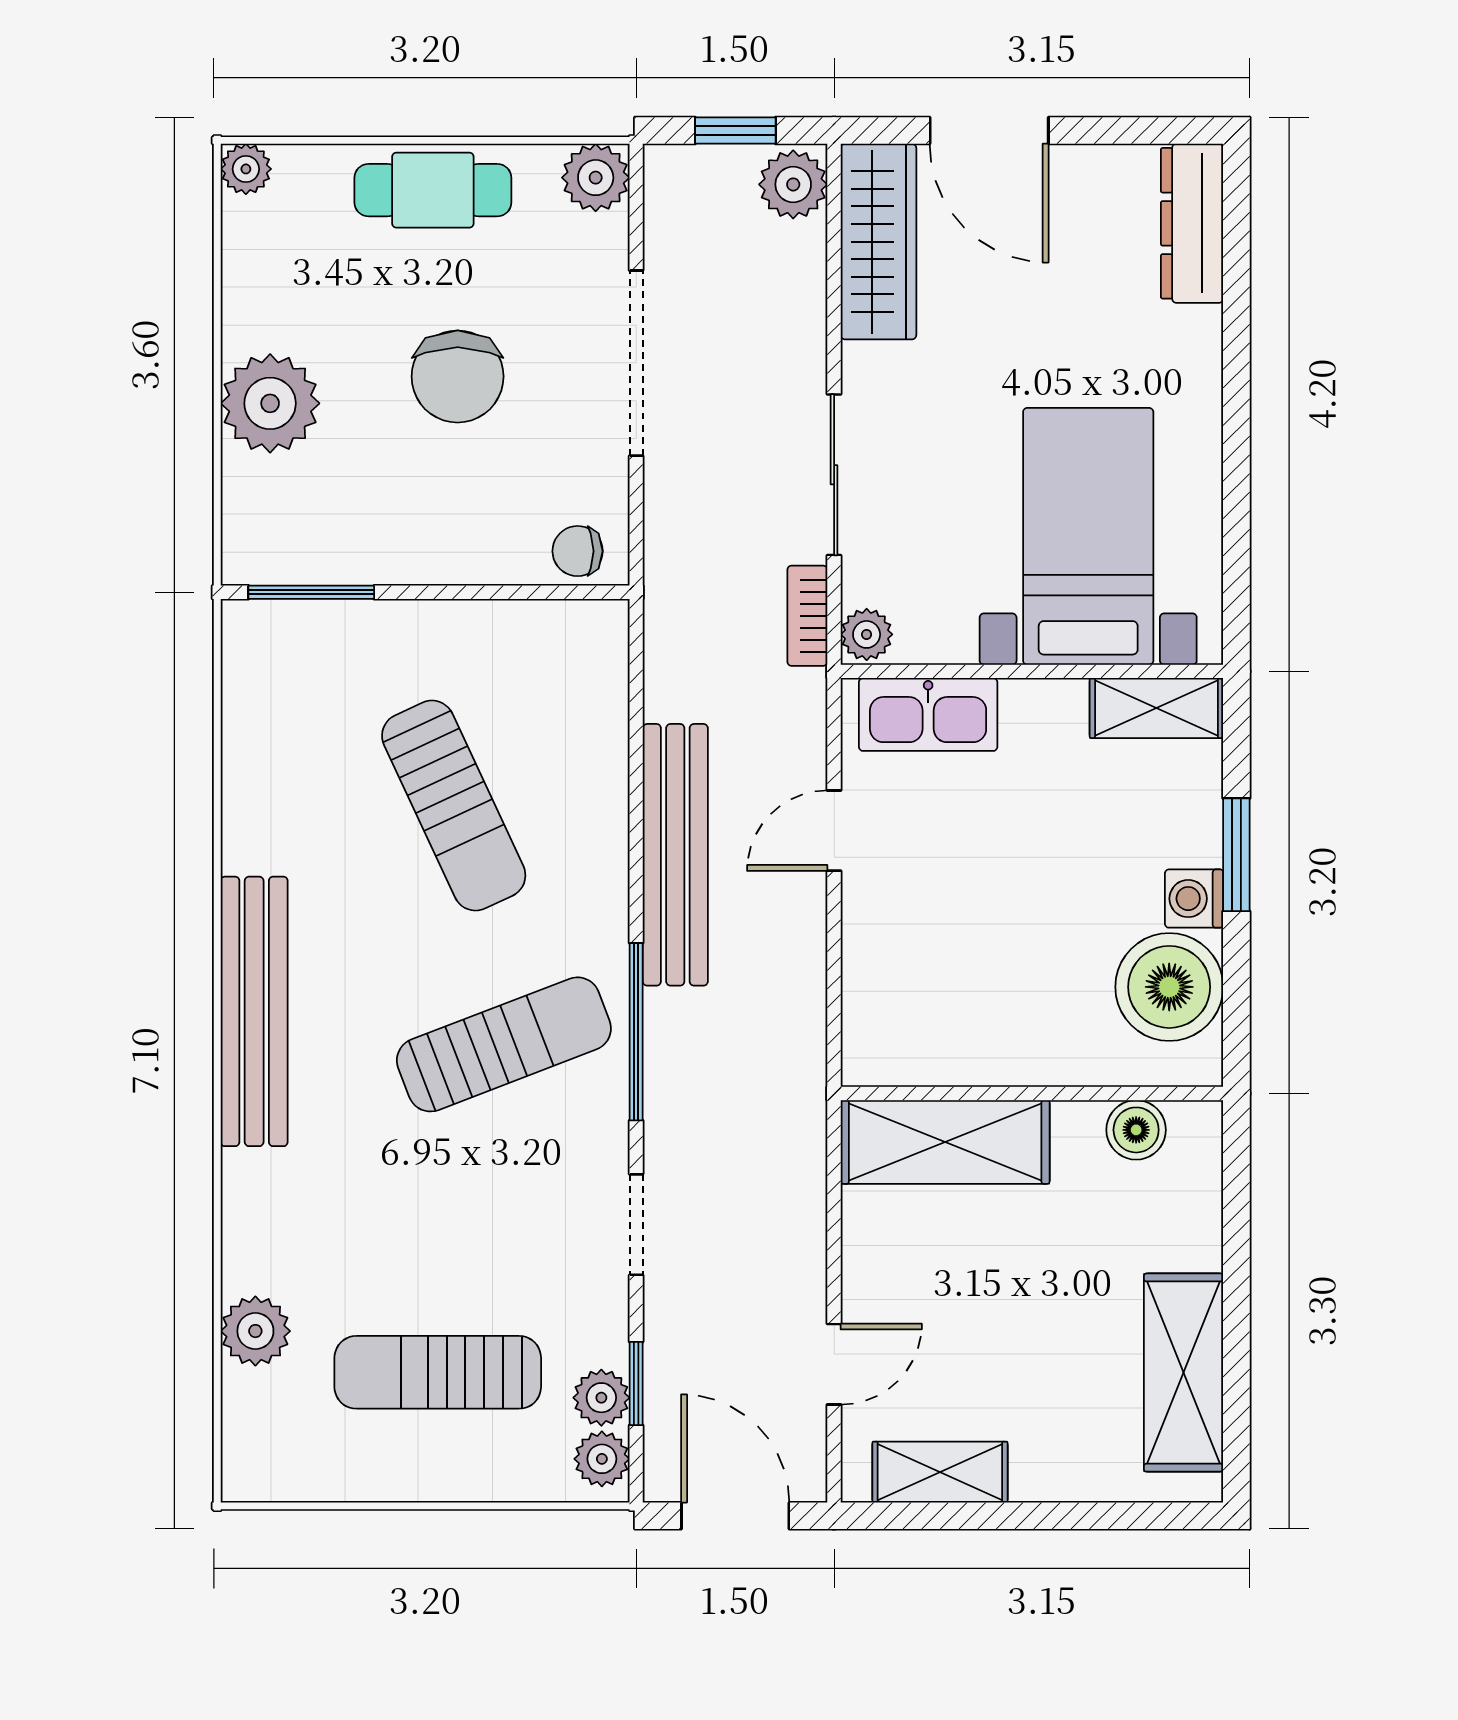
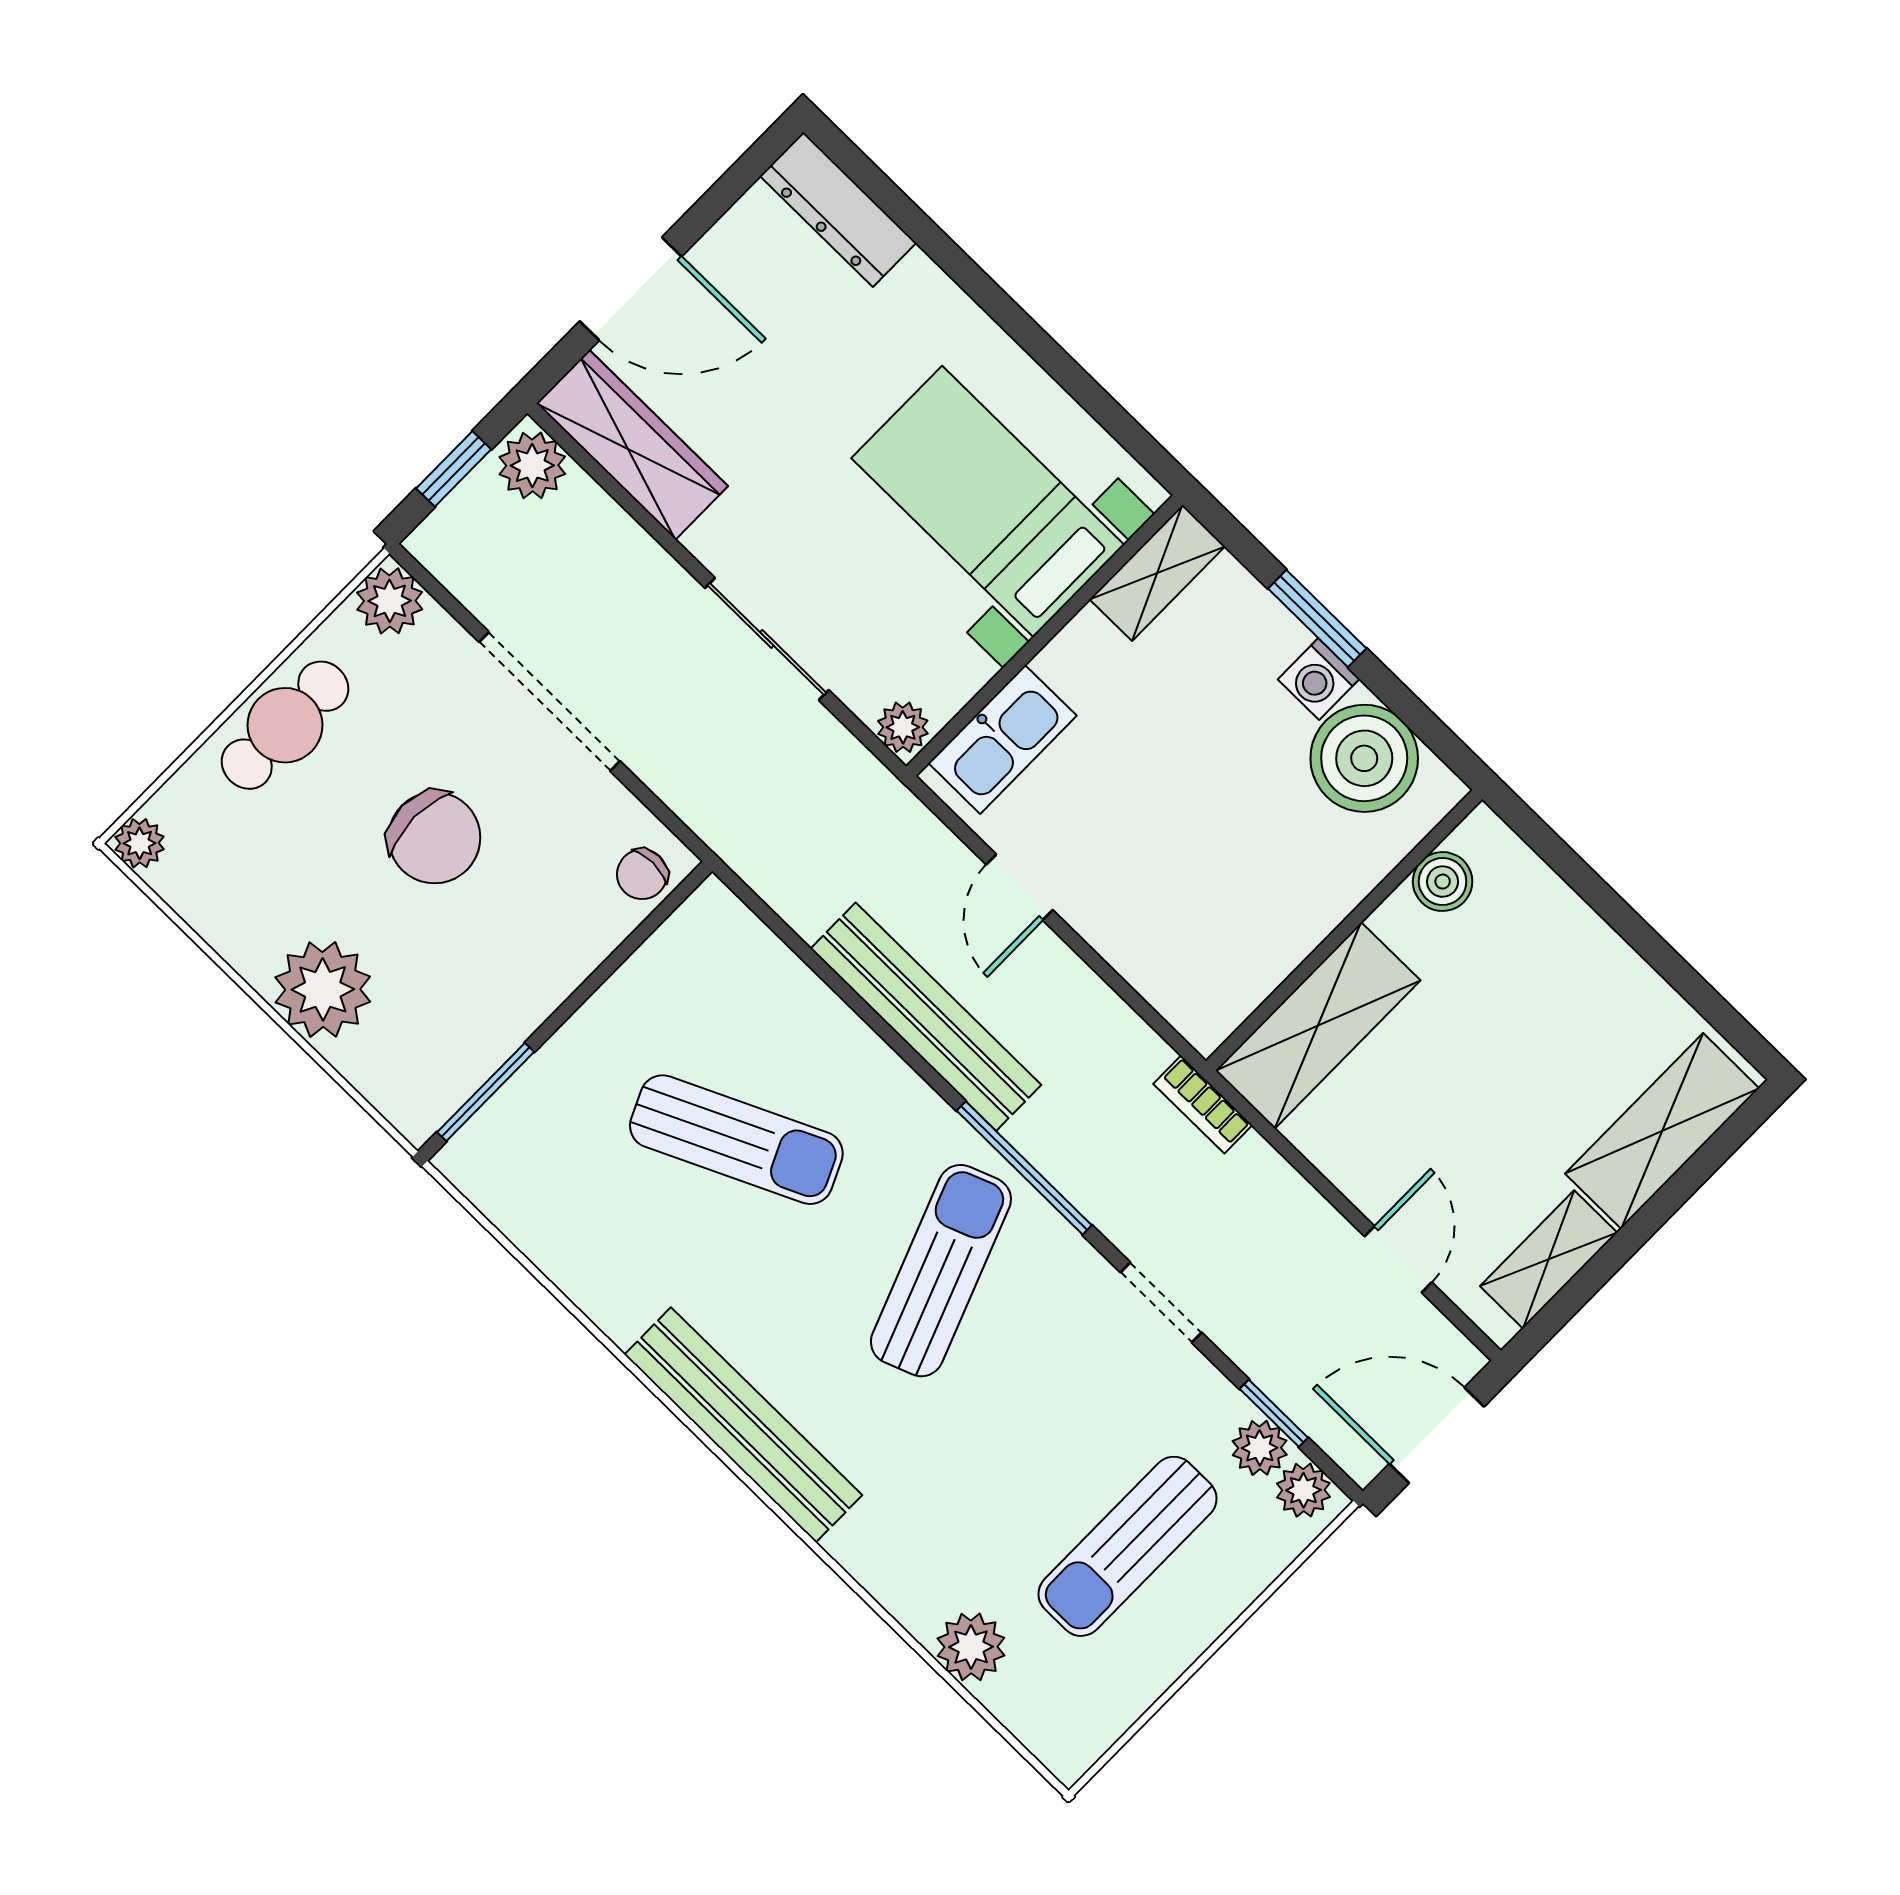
bookcase: (807, 616) -> (1203, 1104), moved
shelving: (1184, 1373) -> (1662, 1131), moved, turned 90

